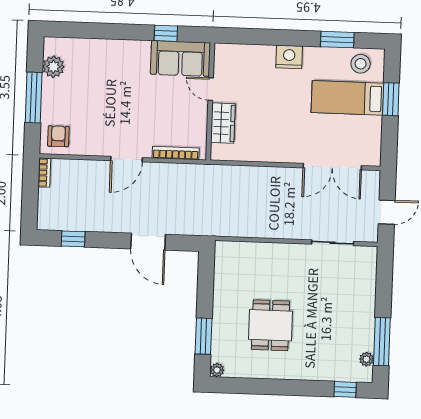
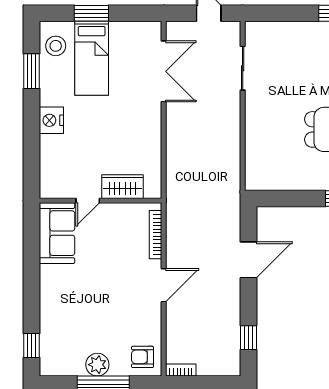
window: (166, 33) -> (31, 345), moved
plant: (53, 67) -> (97, 365), moved
door: (127, 159) -> (164, 285), hinge flipped

